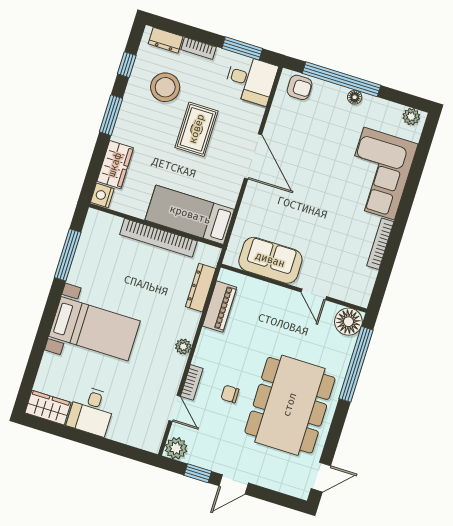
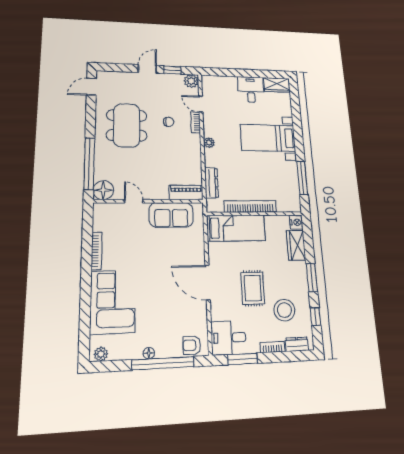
piano: (220, 307) -> (186, 193), moved, turned 90
dining table: (290, 405) -> (127, 125), width x0.73, depth x0.80

